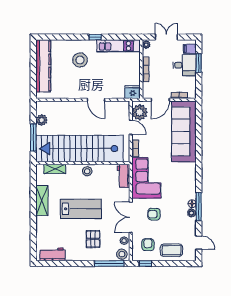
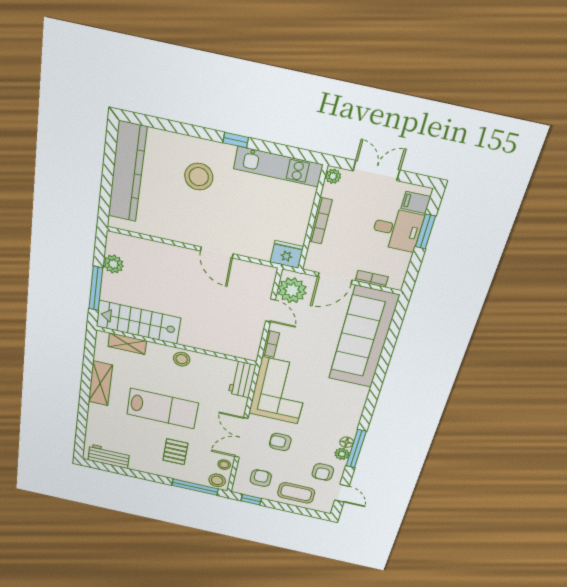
stairs: (80, 149) -> (138, 322), width x0.54, depth x0.66
armchair: (184, 229) -> (323, 472), added

